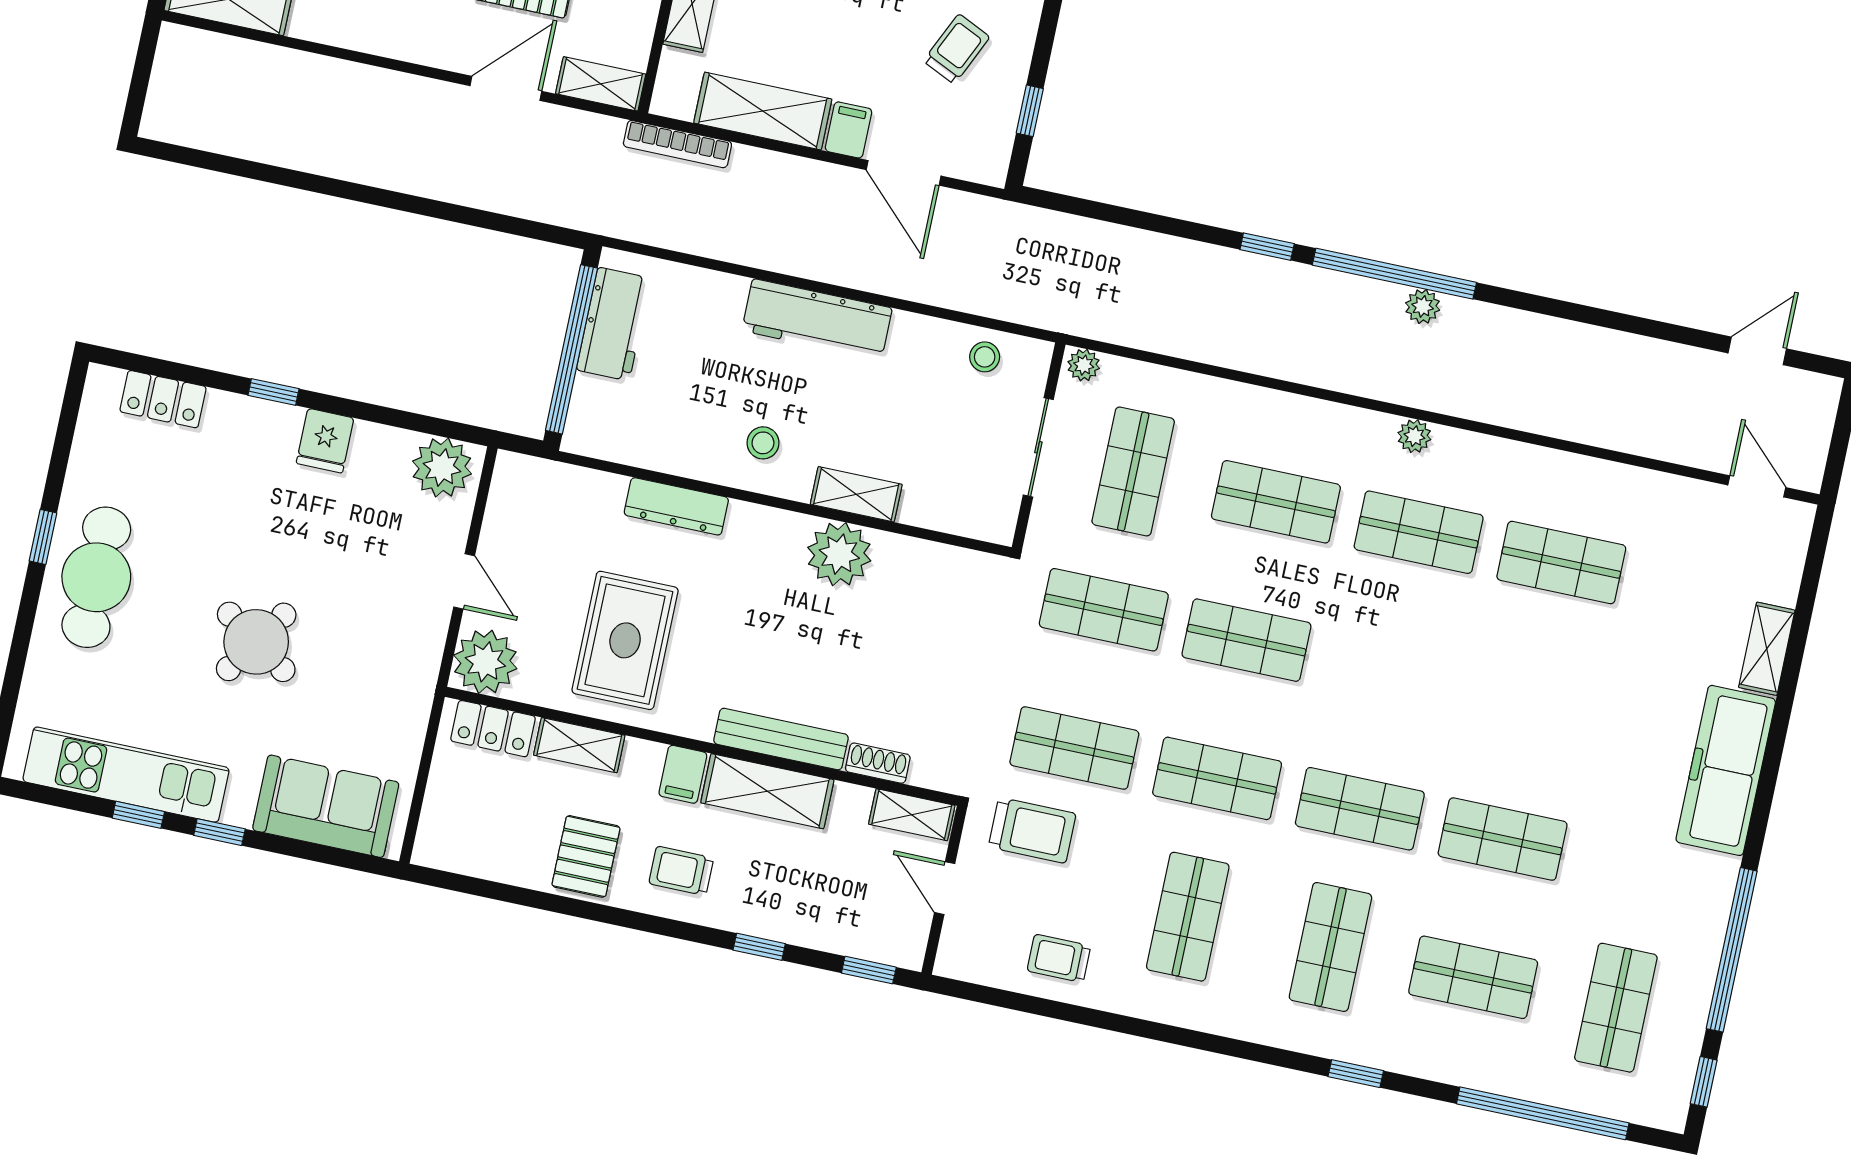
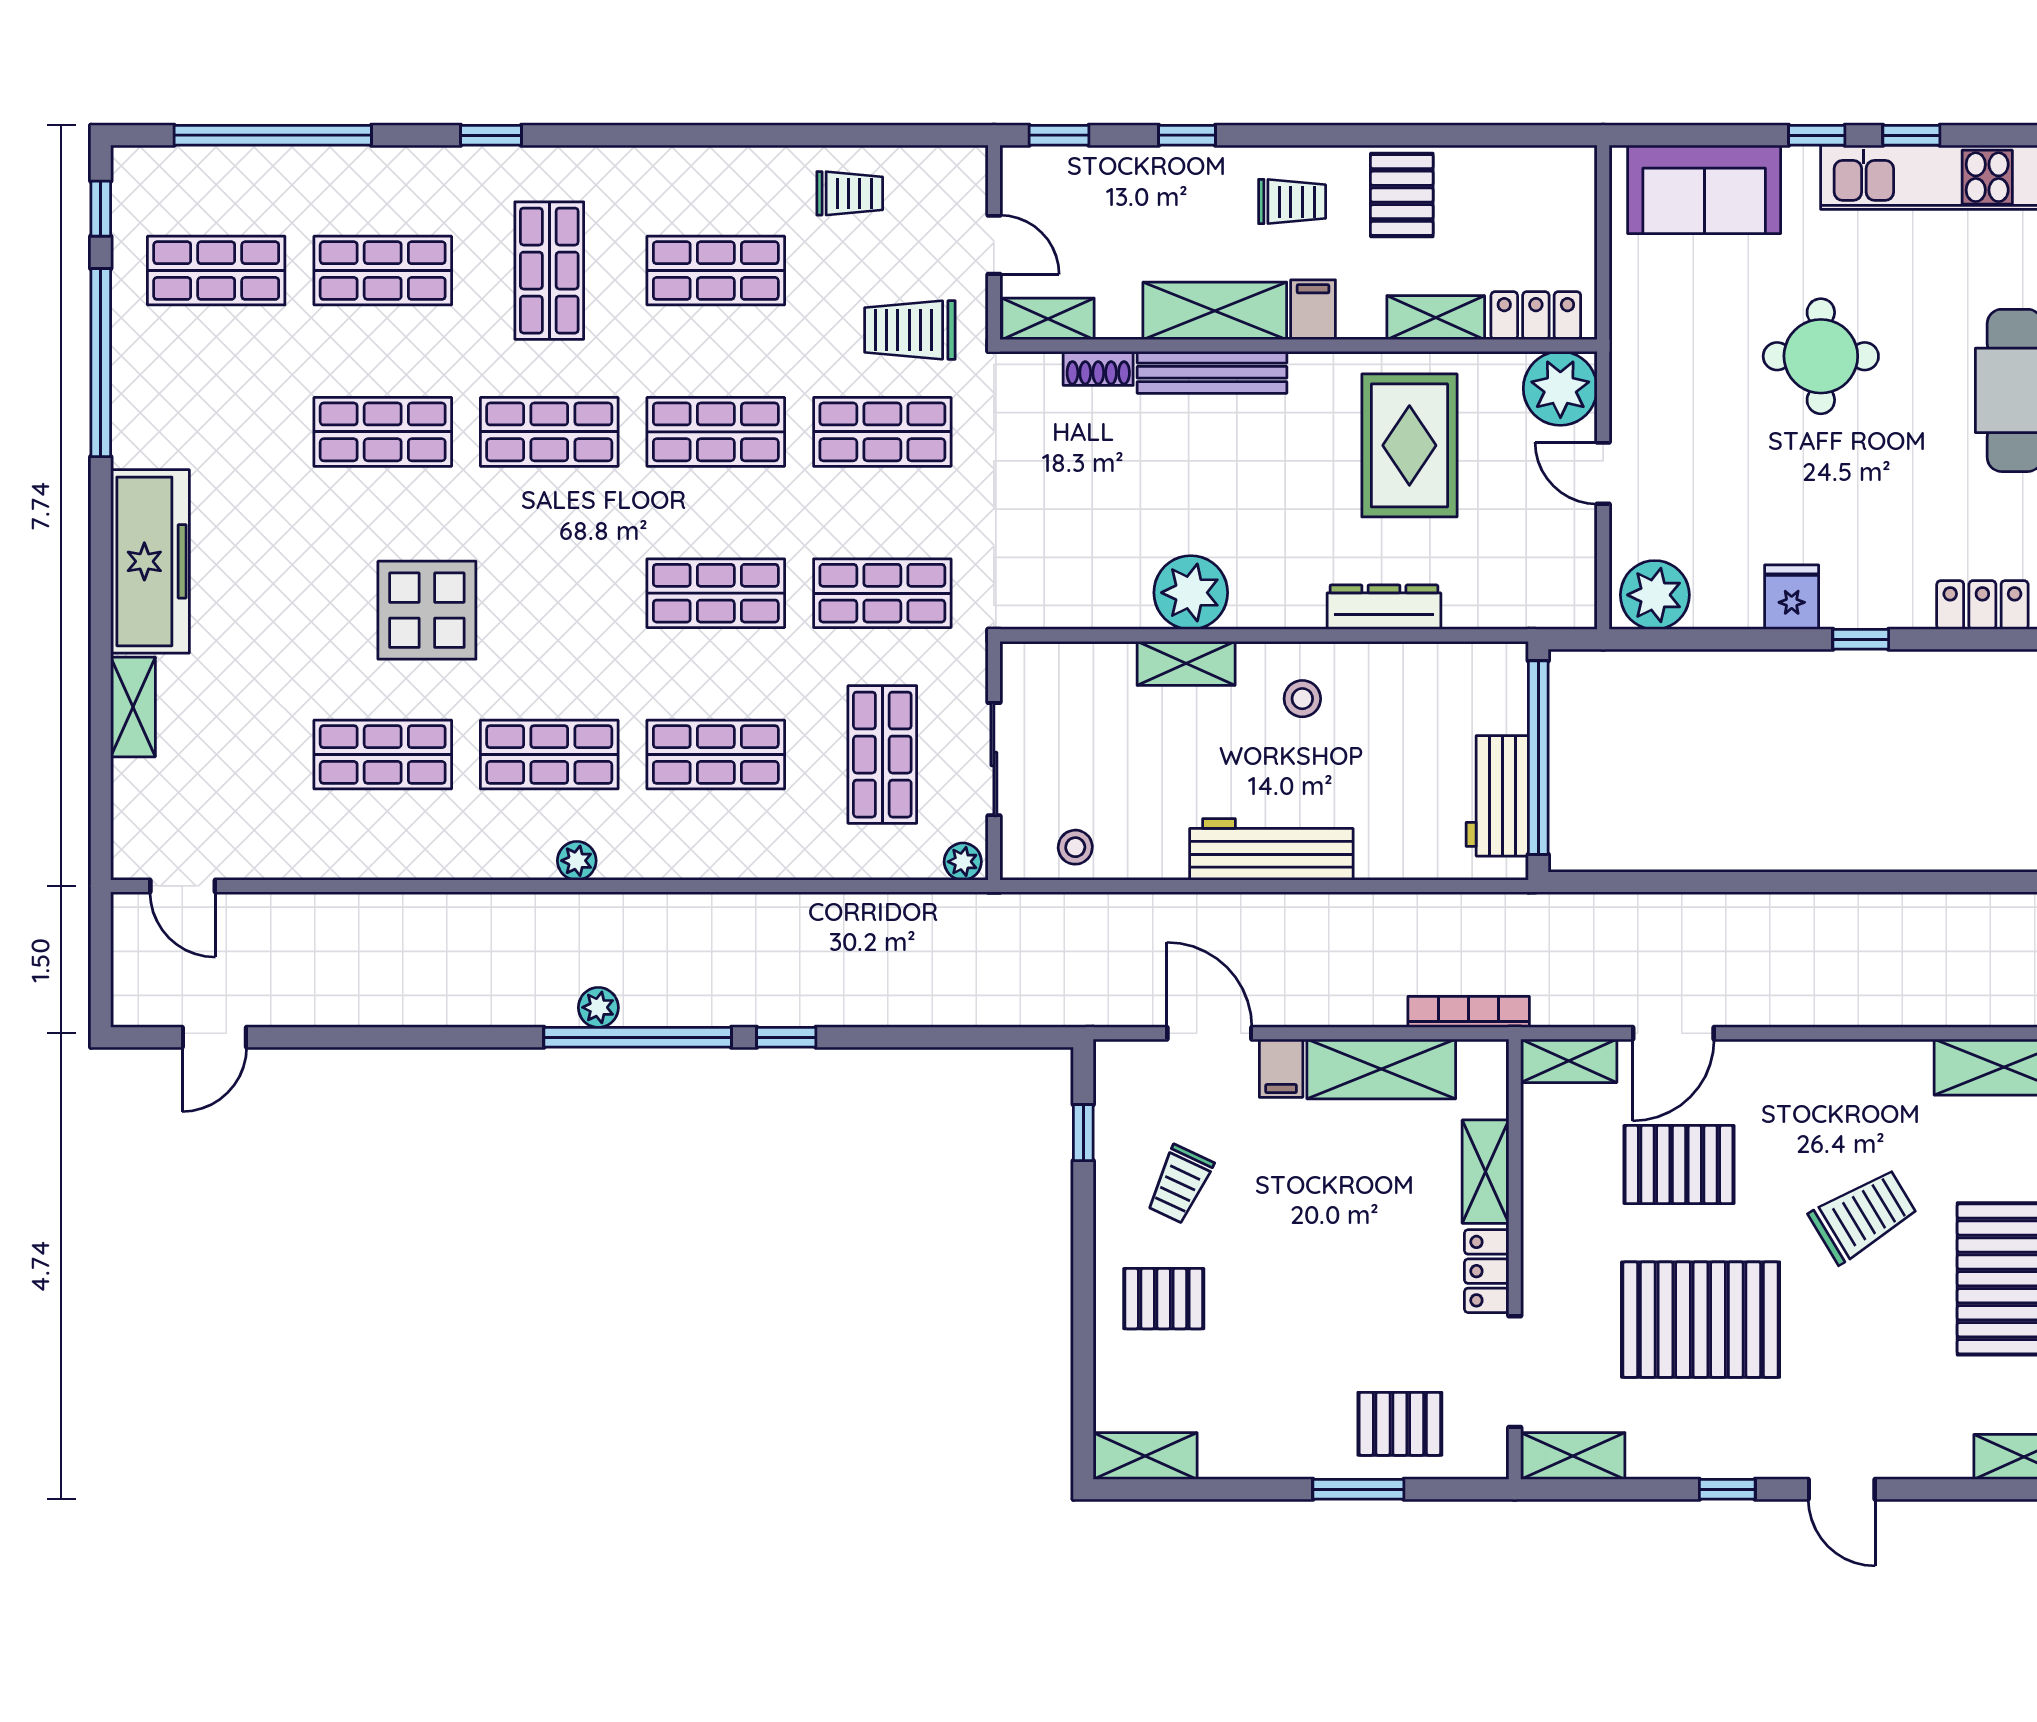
round table: (256, 642) -> (1821, 356), turned -34
display table: (1497, 678) -> (427, 610), added
shop shelf: (1188, 917) -> (716, 271), turned 90
shop shelf: (1616, 1008) -> (216, 271), turned 90

